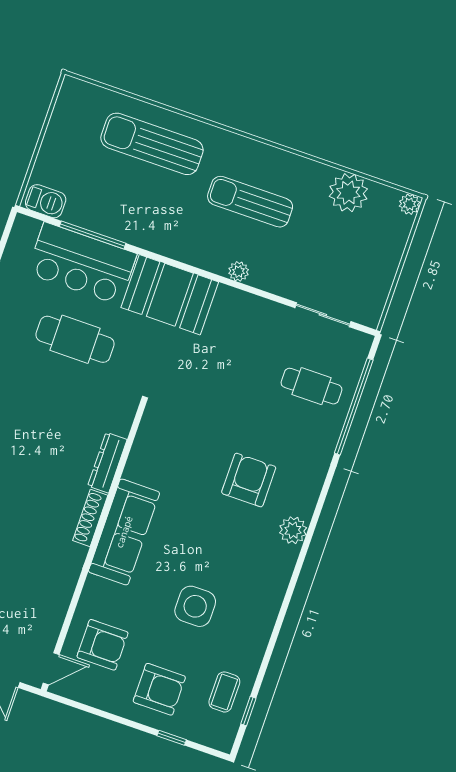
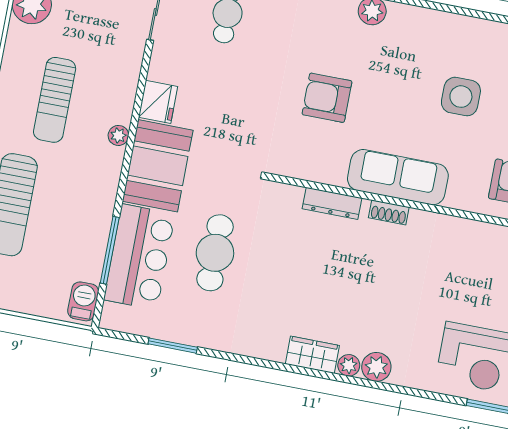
plant: (239, 271) -> (118, 135), moved
fridge: (233, 304) -> (158, 102), added
armchair: (249, 480) -> (327, 98), moved
shoe rack: (90, 518) -> (389, 212), width x0.70

